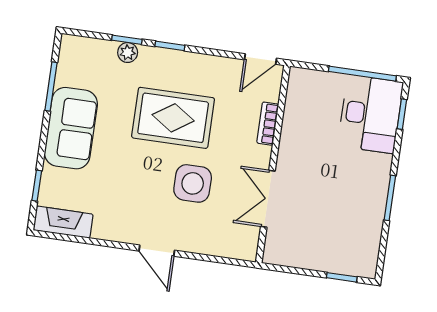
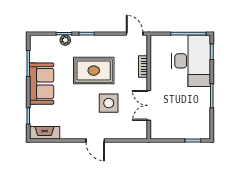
door: (261, 59) -> (135, 34), swing flipped
desk: (371, 114) -> (191, 61), width x1.36, depth x1.30

